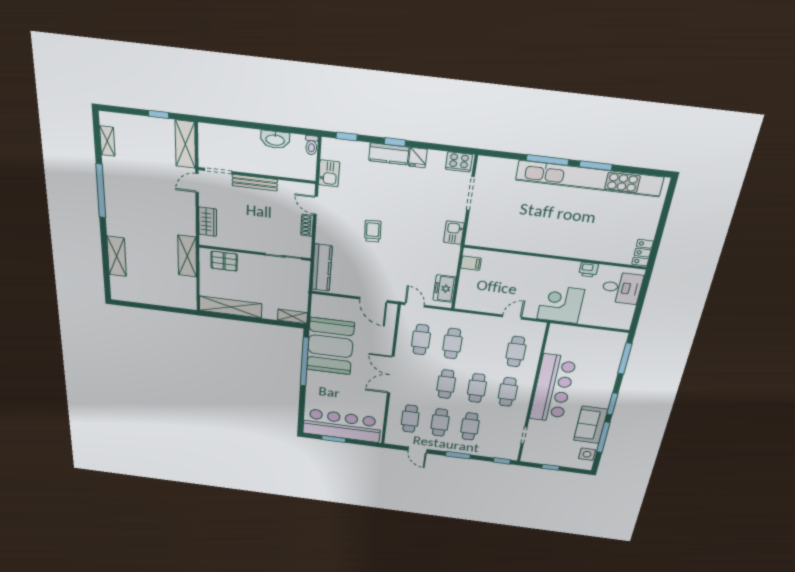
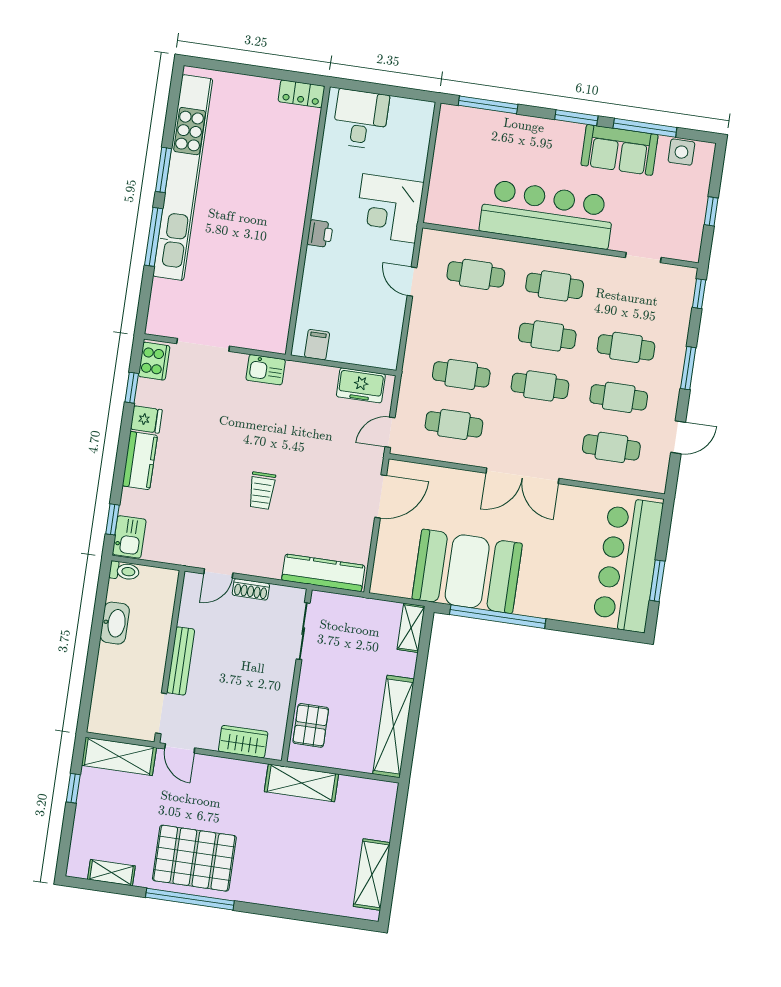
window: (395, 142) -> (132, 388), moved
kitchen sink: (329, 173) -> (129, 537), moved, turned 90
pallet: (128, 193) -> (194, 858), added
trolley: (373, 231) -> (262, 491), turned -87
shelving: (117, 256) -> (372, 875), moved, turned 90
printer: (589, 270) -> (320, 234), moved

